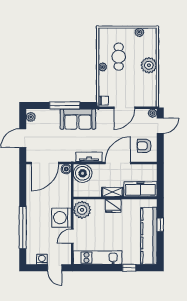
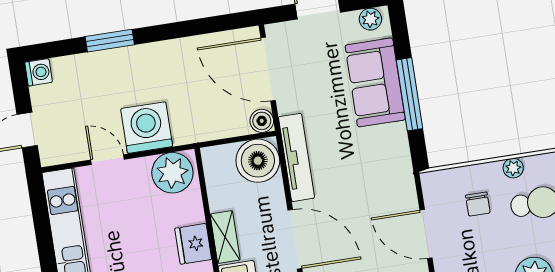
chair: (104, 101) -> (478, 204), moved
sofa: (78, 119) -> (375, 82), moved
tv unit: (89, 157) -> (296, 157), width x1.41
window: (23, 227) -> (110, 41), width x0.47
washing machine: (42, 259) -> (39, 72), moved

